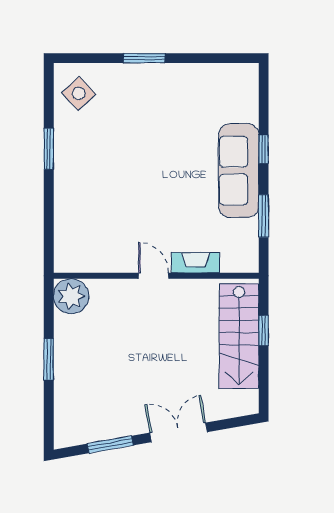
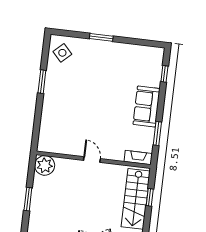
window: (264, 149) -> (164, 74), moved
sofa: (239, 171) -> (146, 106), width x0.73
fireplace: (196, 263) -> (138, 158), moved

